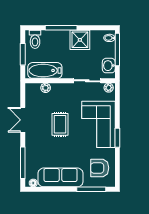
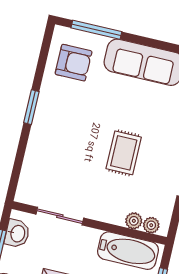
plant: (109, 88) -> (151, 225), moved
corner sofa: (98, 124) -> (58, 138), removed

